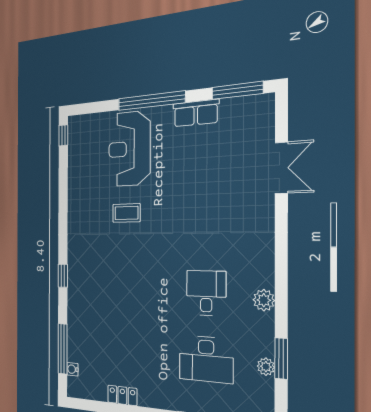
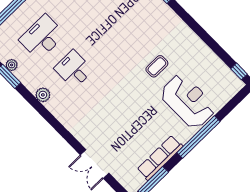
row of seats: (196, 113) -> (160, 158), width x1.48
desk: (206, 293) -> (74, 69), turned 180

